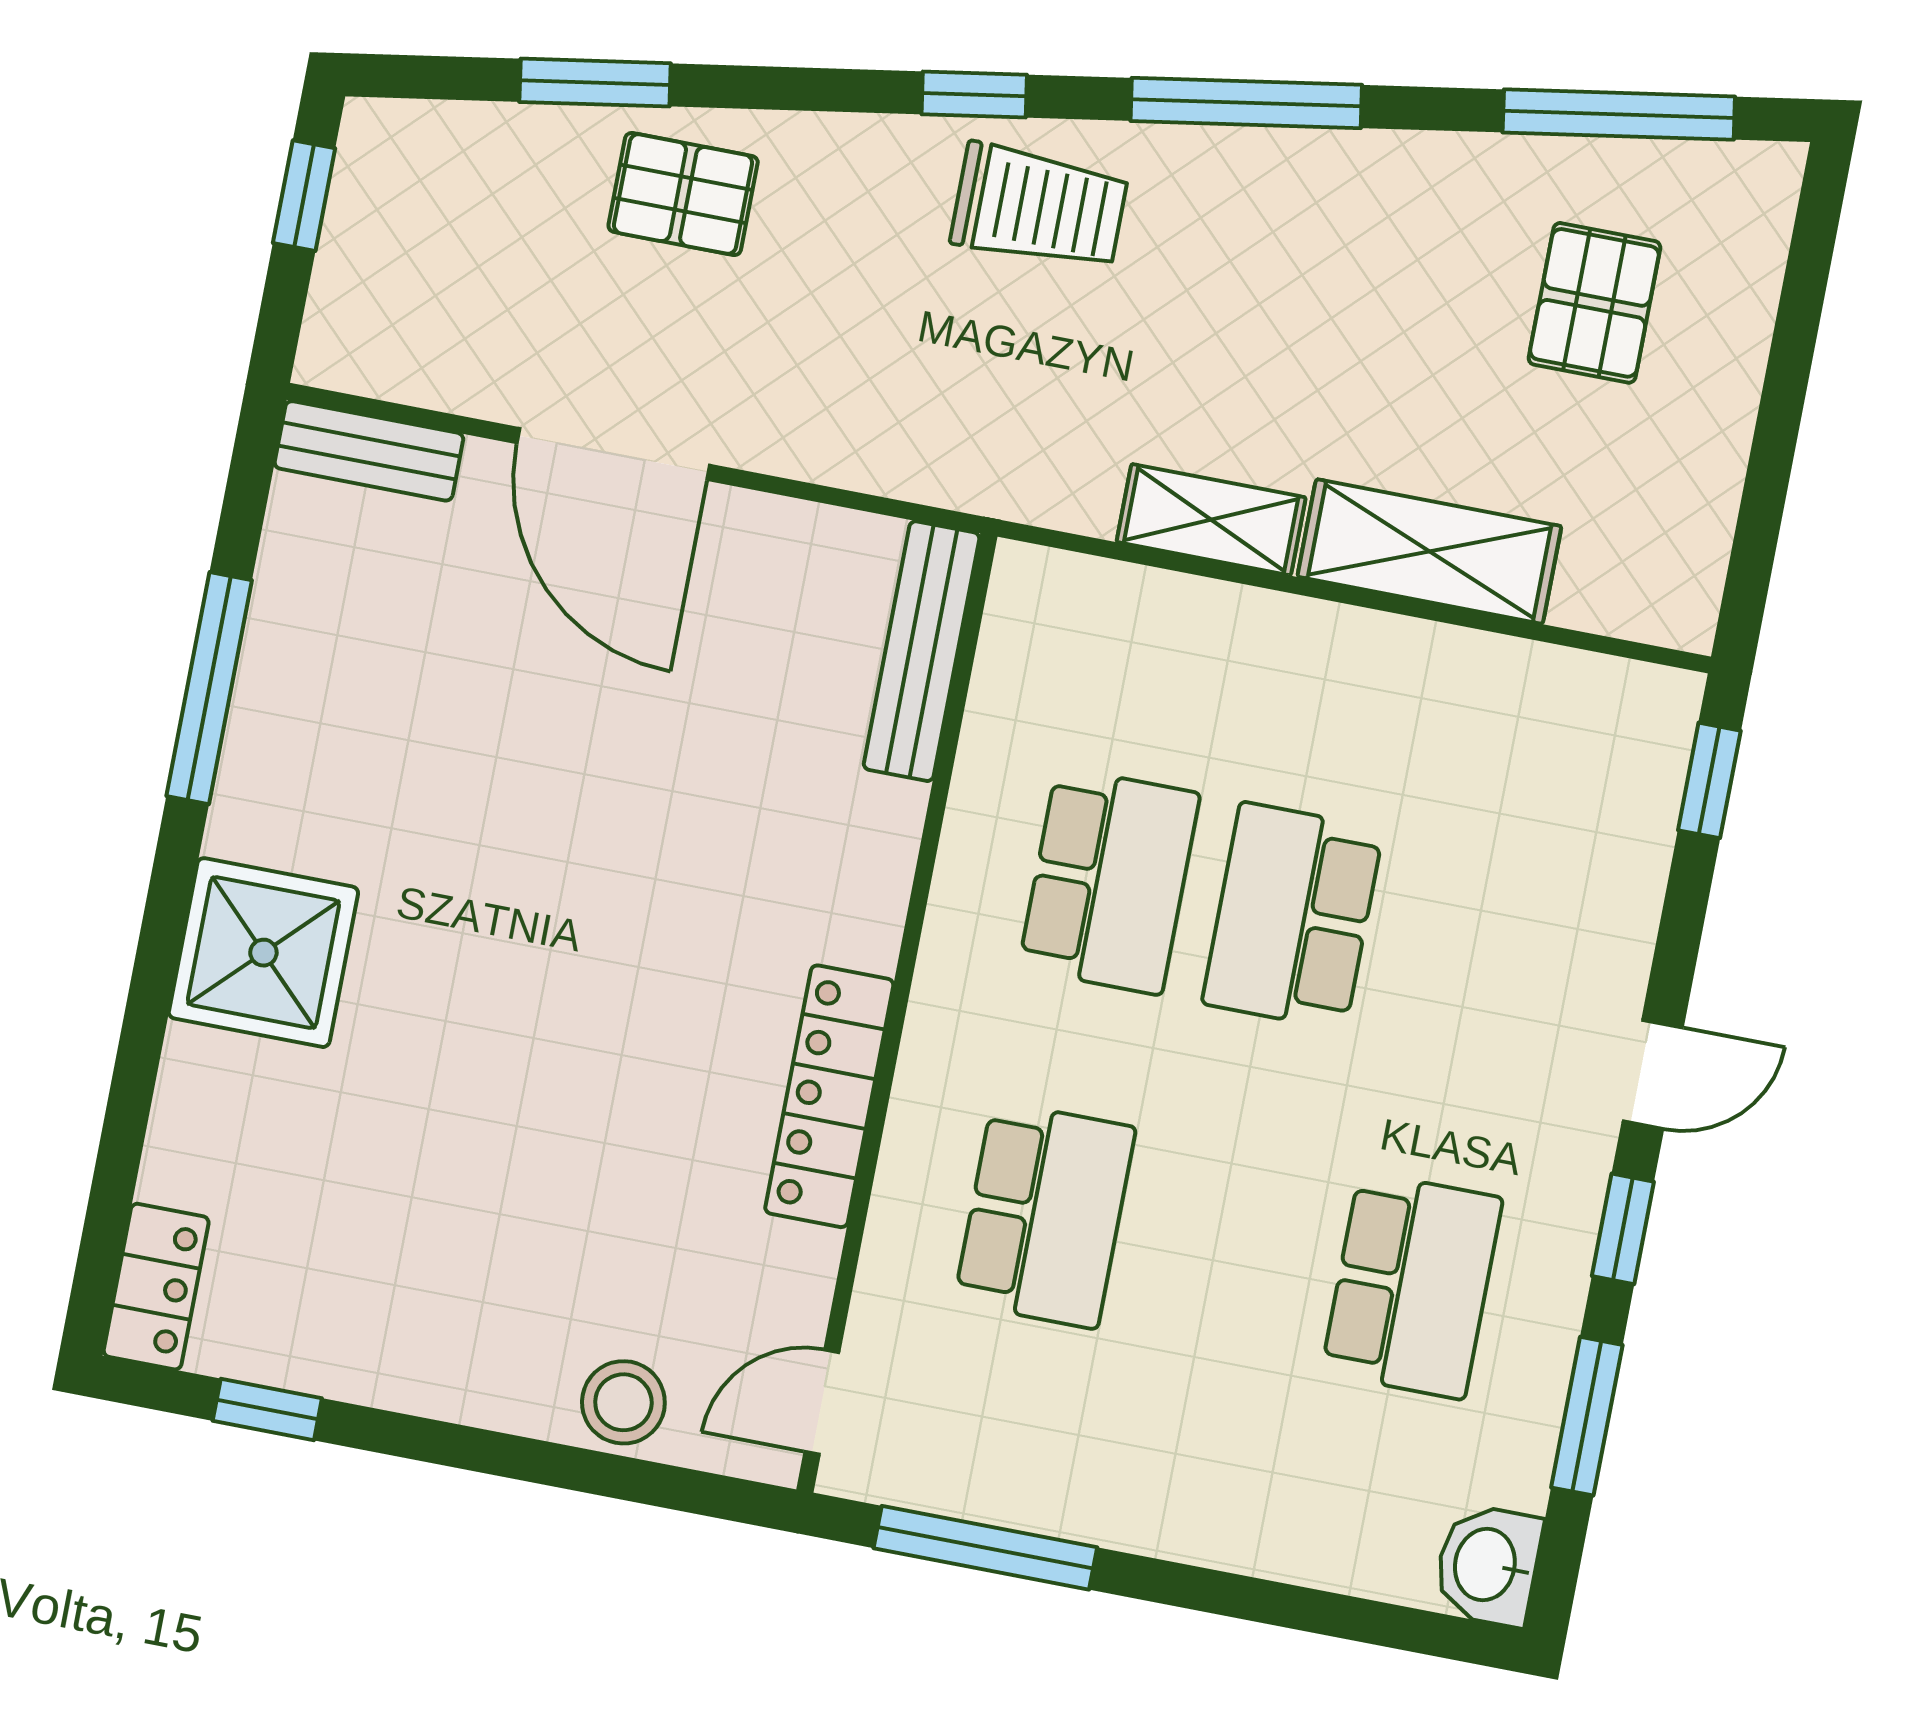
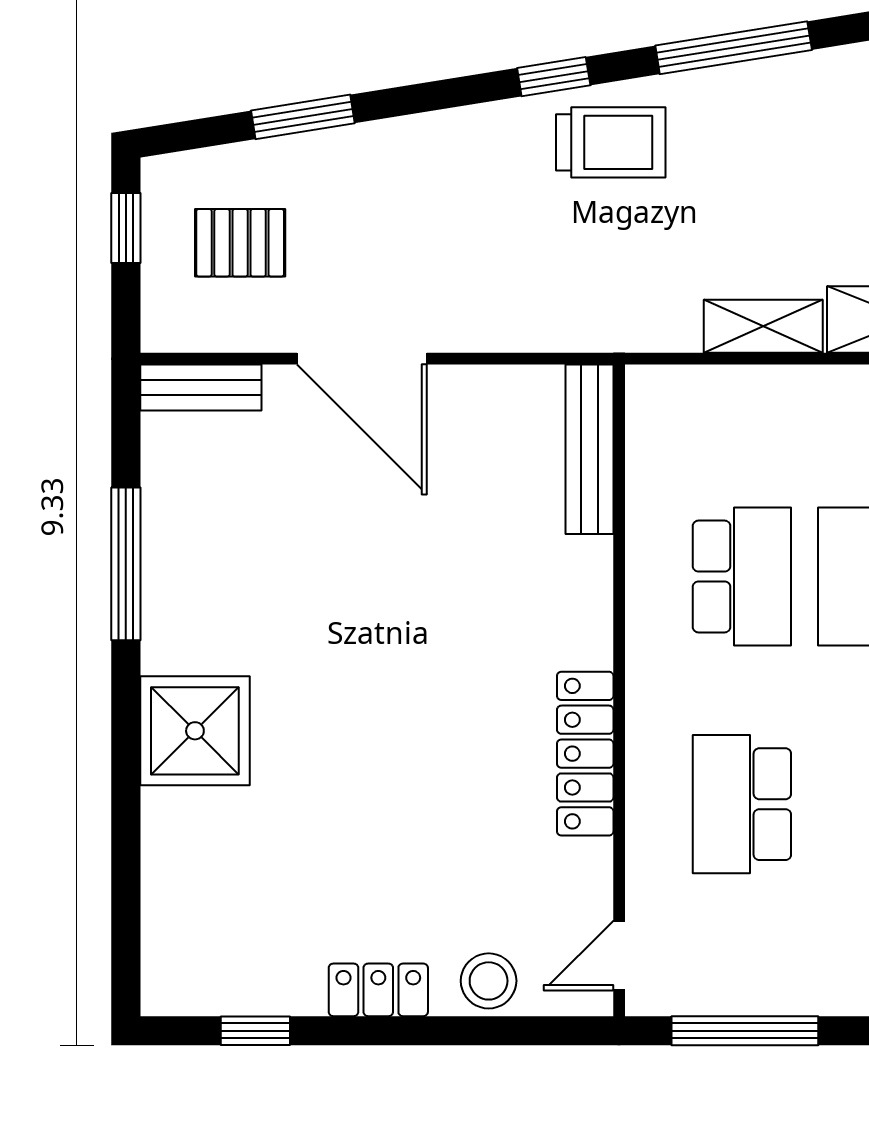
pallet: (683, 194) -> (240, 243), moved
school desk: (1045, 1215) -> (742, 804), turned 180
locker: (156, 1287) -> (378, 990), moved, turned -90

